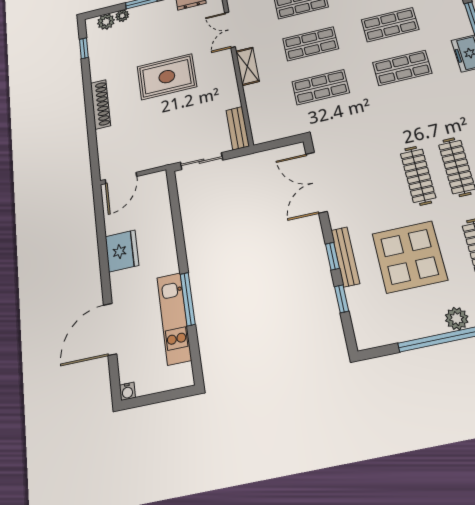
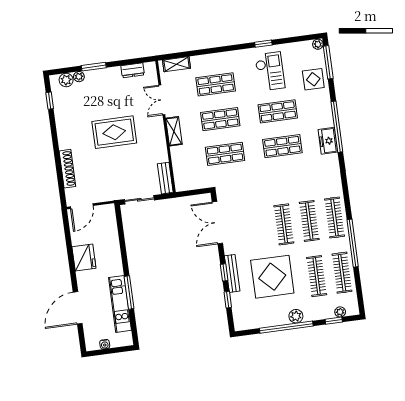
shoe rack: (100, 104) -> (67, 169), moved
water cooler: (127, 391) -> (105, 344), moved

